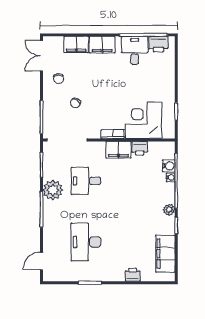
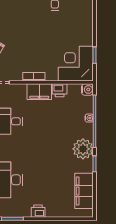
corner desk: (144, 120) -> (76, 64), moved
water cooler: (169, 166) -> (87, 89), moved
plant: (169, 210) -> (83, 149), width x1.88, depth x1.88
printer: (133, 275) -> (38, 211), moved

